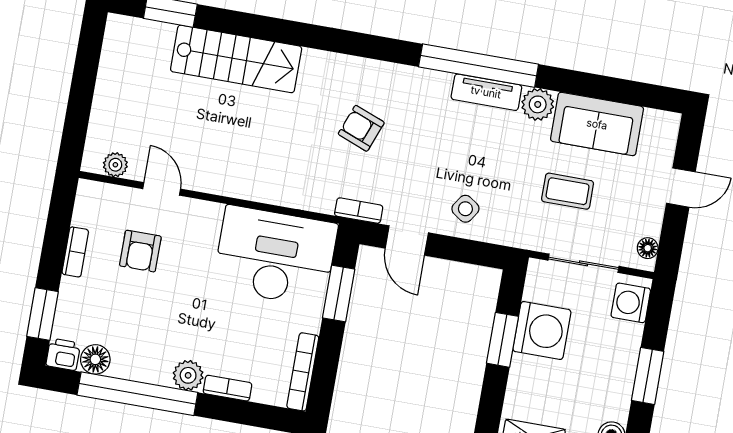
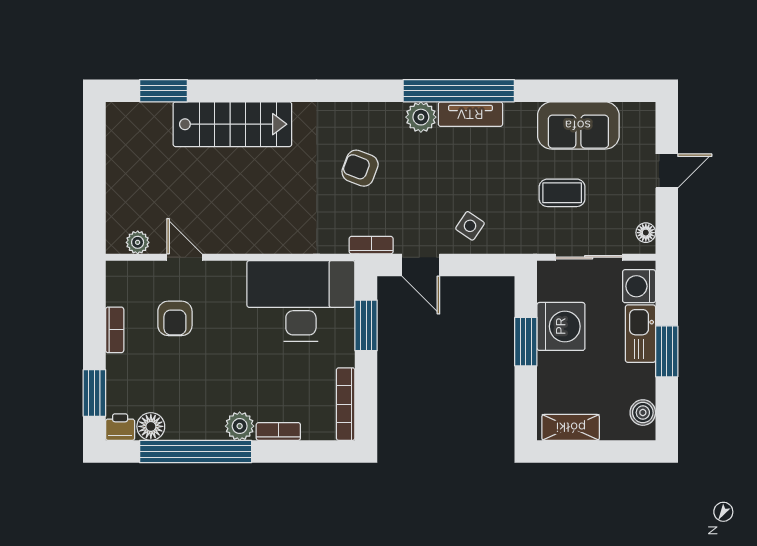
plant: (538, 104) -> (421, 117), moved
kitchen sink: (624, 353) -> (640, 334), added

